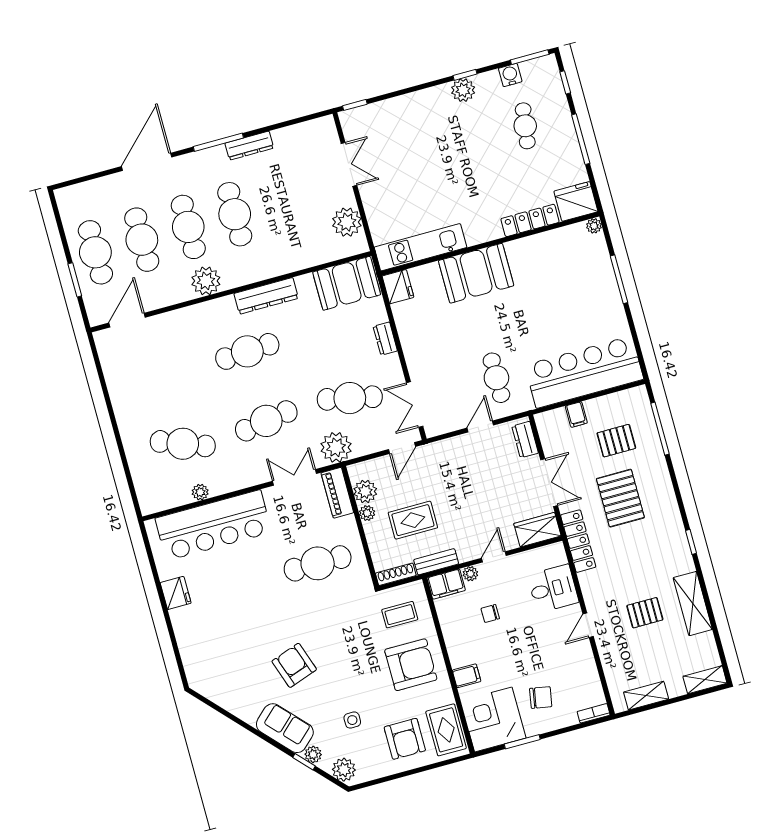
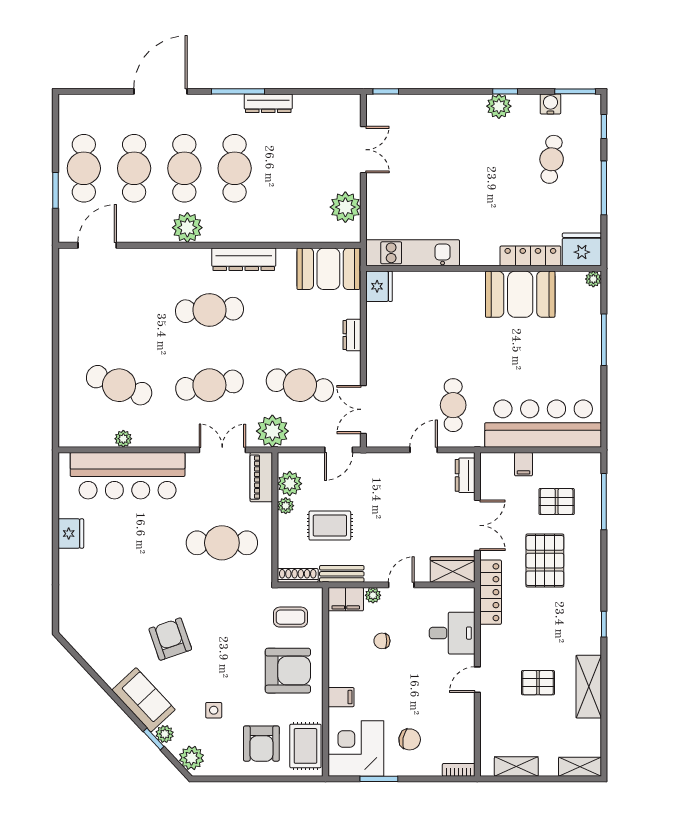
booth: (476, 273) -> (520, 294), moved

